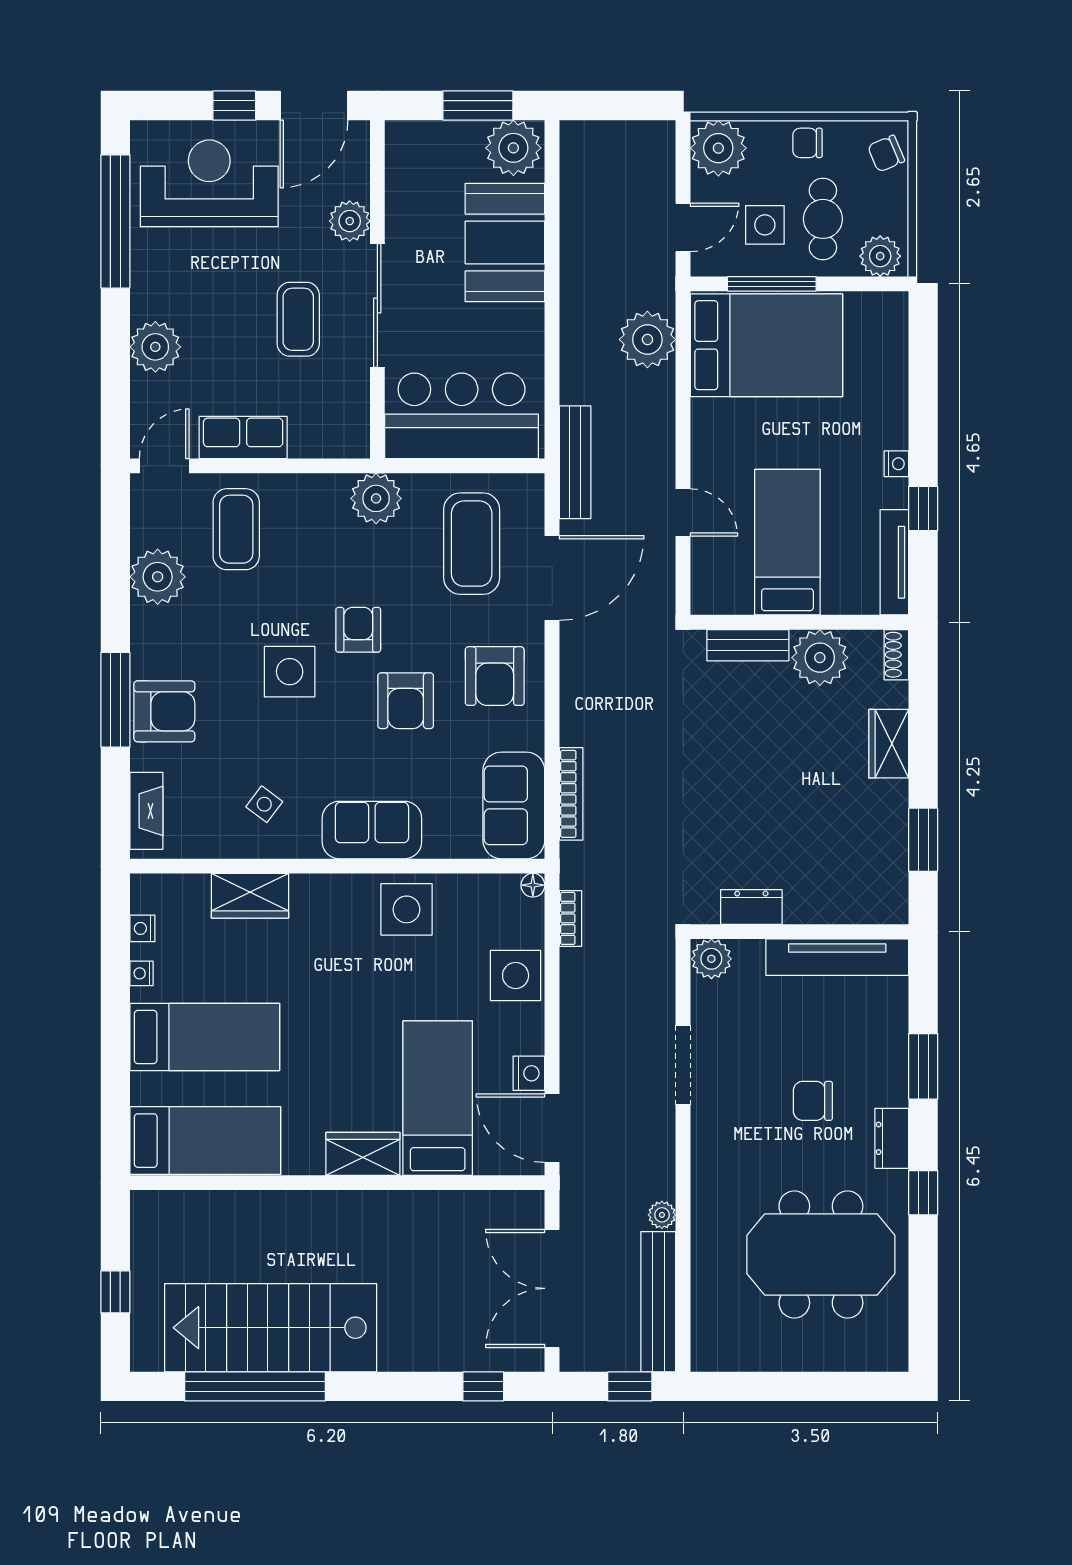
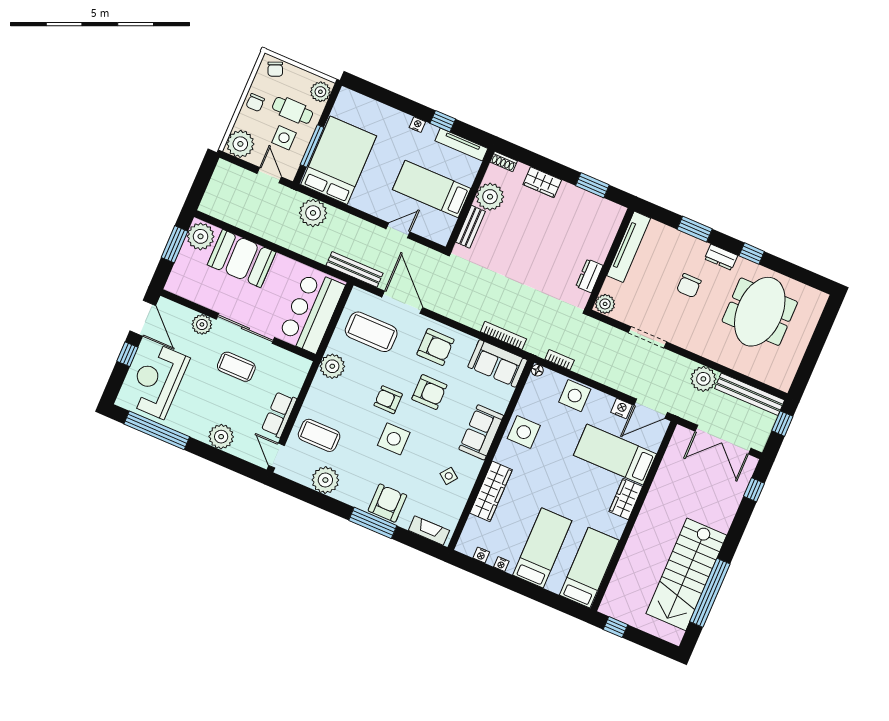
wardrobe: (250, 896) -> (491, 491), width x1.50
plant: (662, 1215) -> (703, 379), width x1.87, depth x1.87
window: (115, 1292) -> (616, 627), moved

